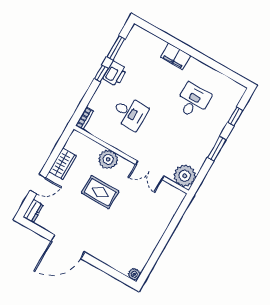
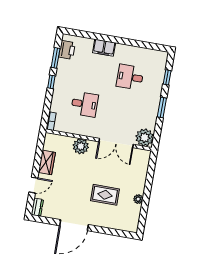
printer: (115, 74) -> (67, 50), moved
desk: (193, 101) -> (130, 77), turned -90
double door: (150, 170) -> (116, 143), width x1.37
rug: (100, 192) -> (105, 195), moved
plant: (134, 274) -> (138, 199), moved

